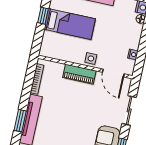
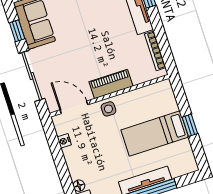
sliding door: (129, 110) -> (32, 76), width x1.37

